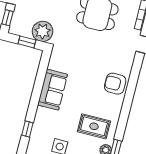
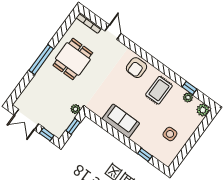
plant: (43, 31) -> (75, 109), width x0.53, depth x0.53
rug: (94, 126) -> (159, 90), moved

